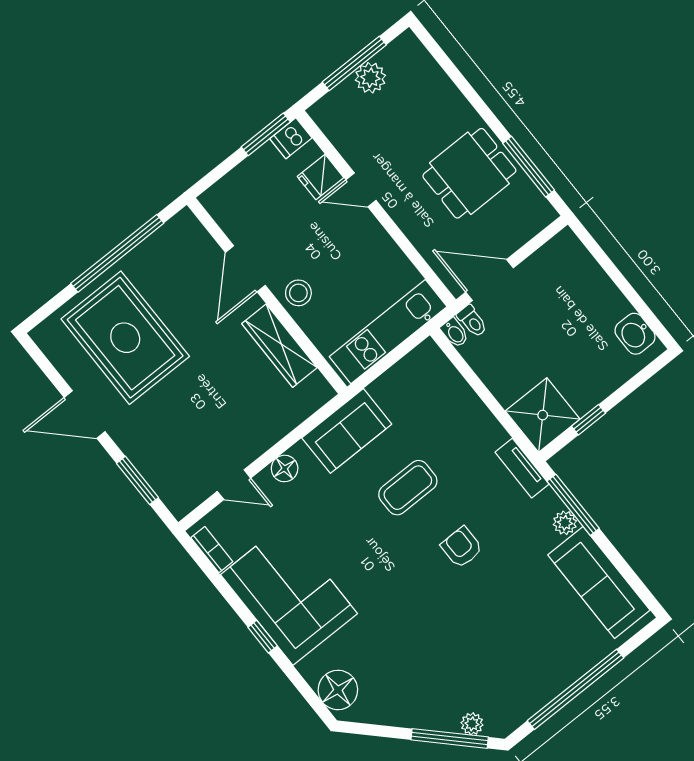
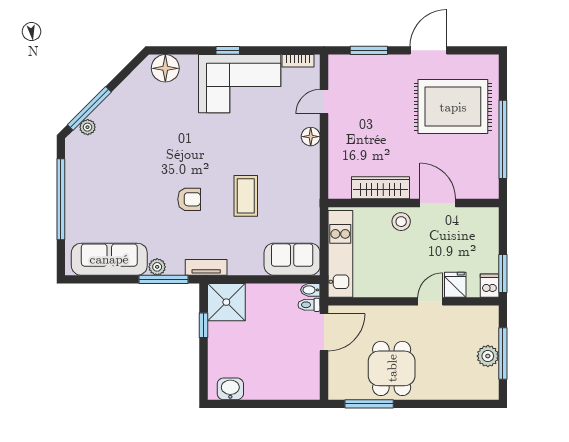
sofa: (347, 431) -> (292, 259), moved, turned 90

